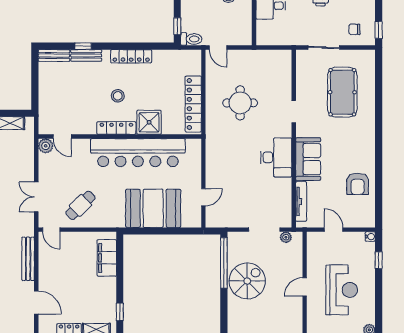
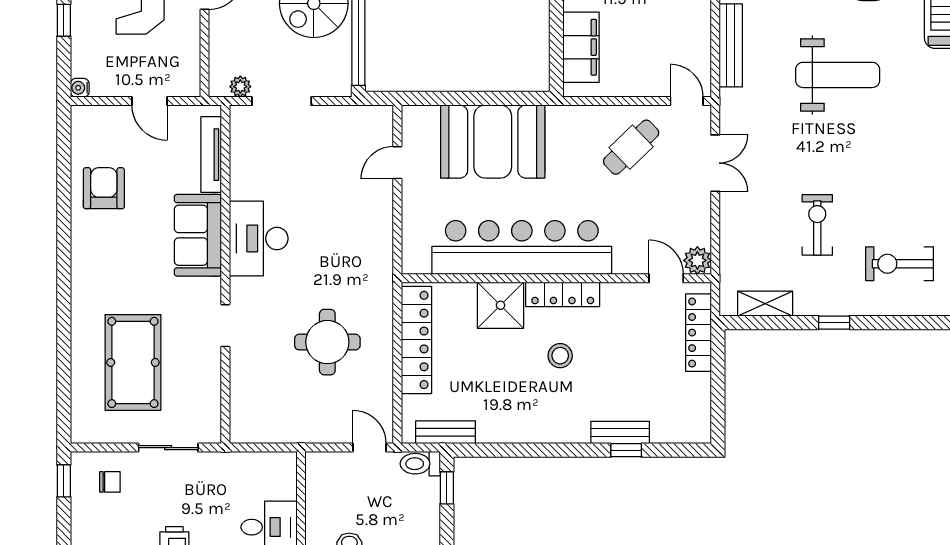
bench: (54, 56) -> (446, 432), moved
locker: (131, 56) -> (699, 333), moved, turned -90
window: (379, 260) -> (64, 20), moved

